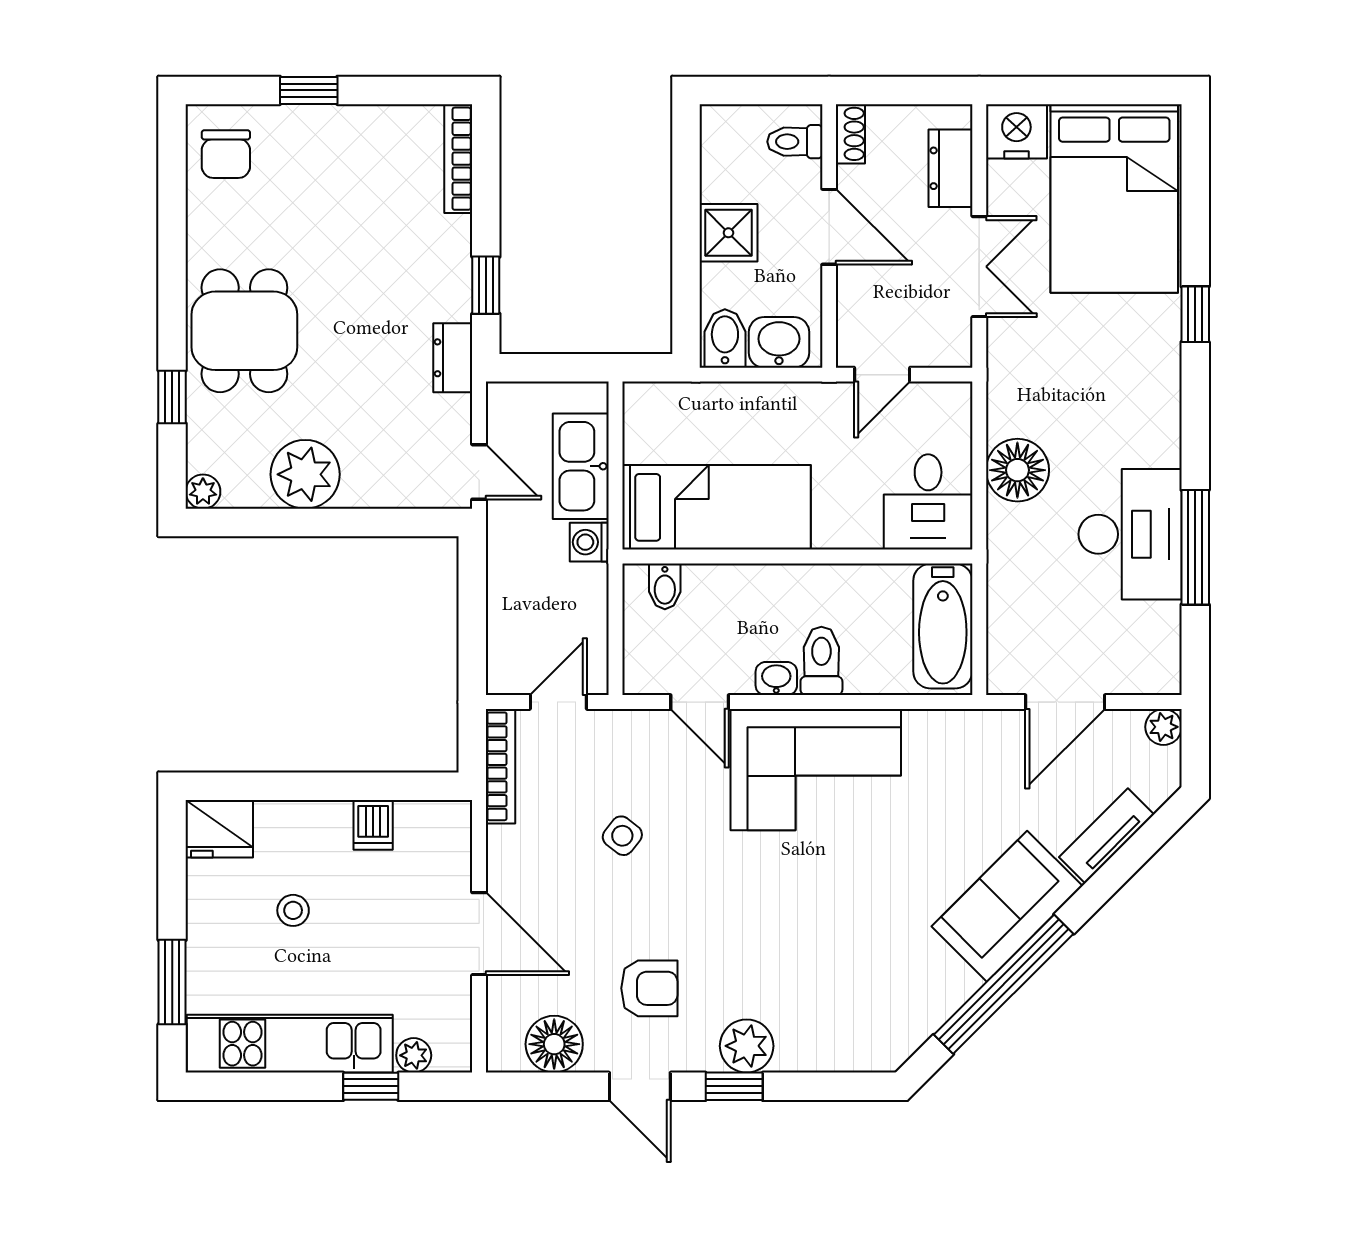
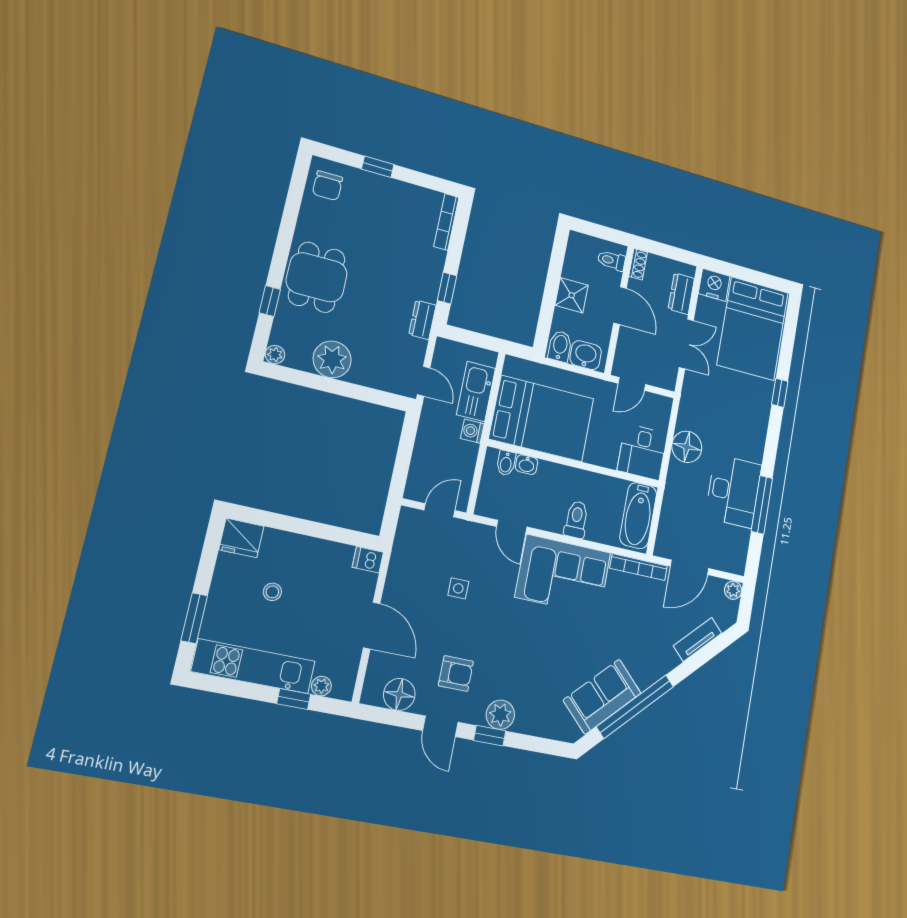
bed: (716, 507) -> (542, 419), width x1.50
washbasin: (776, 679) -> (527, 465), moved, turned 180
bookcase: (501, 766) -> (639, 567), moved, turned 90
dishwasher: (373, 825) -> (368, 560), moved, turned 90
side table: (622, 836) -> (458, 588), turned -38
sofa: (1007, 906) -> (602, 697), moved

